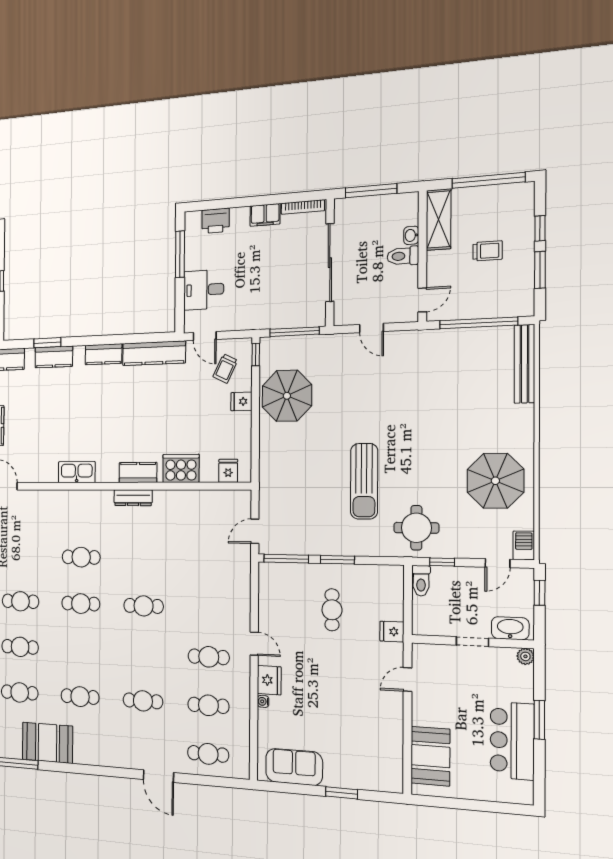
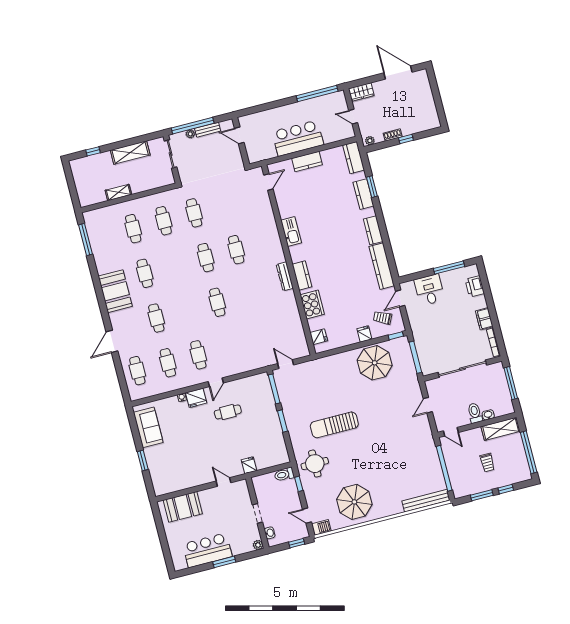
cafe table: (332, 610) -> (228, 412), moved
washbasin: (510, 628) -> (270, 533), width x0.52, depth x0.69
booth: (47, 743) -> (115, 291), moved

